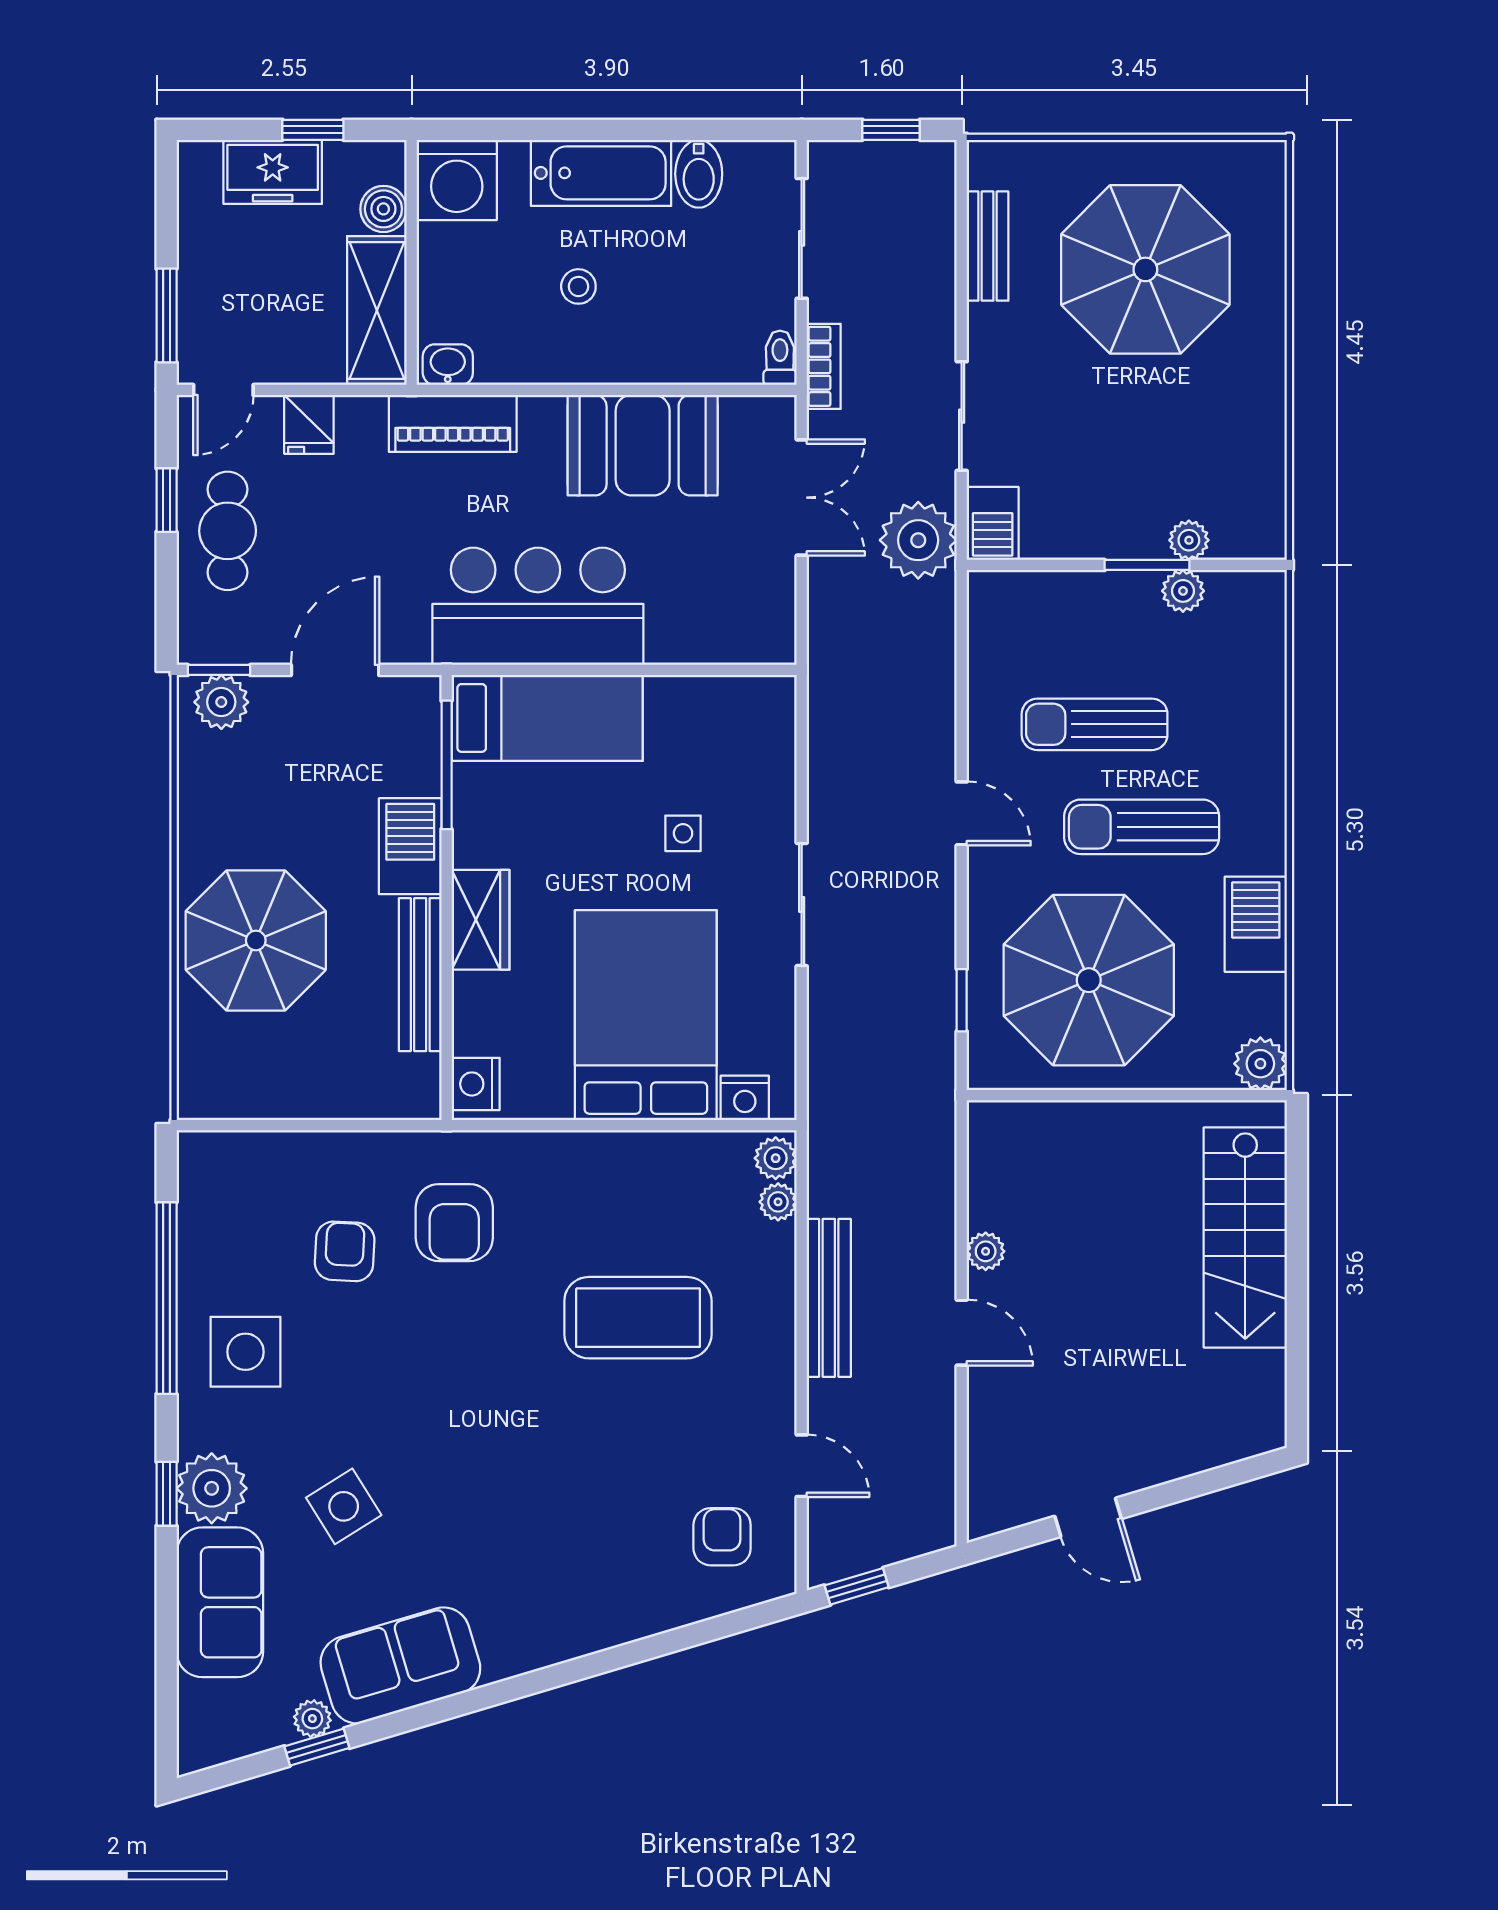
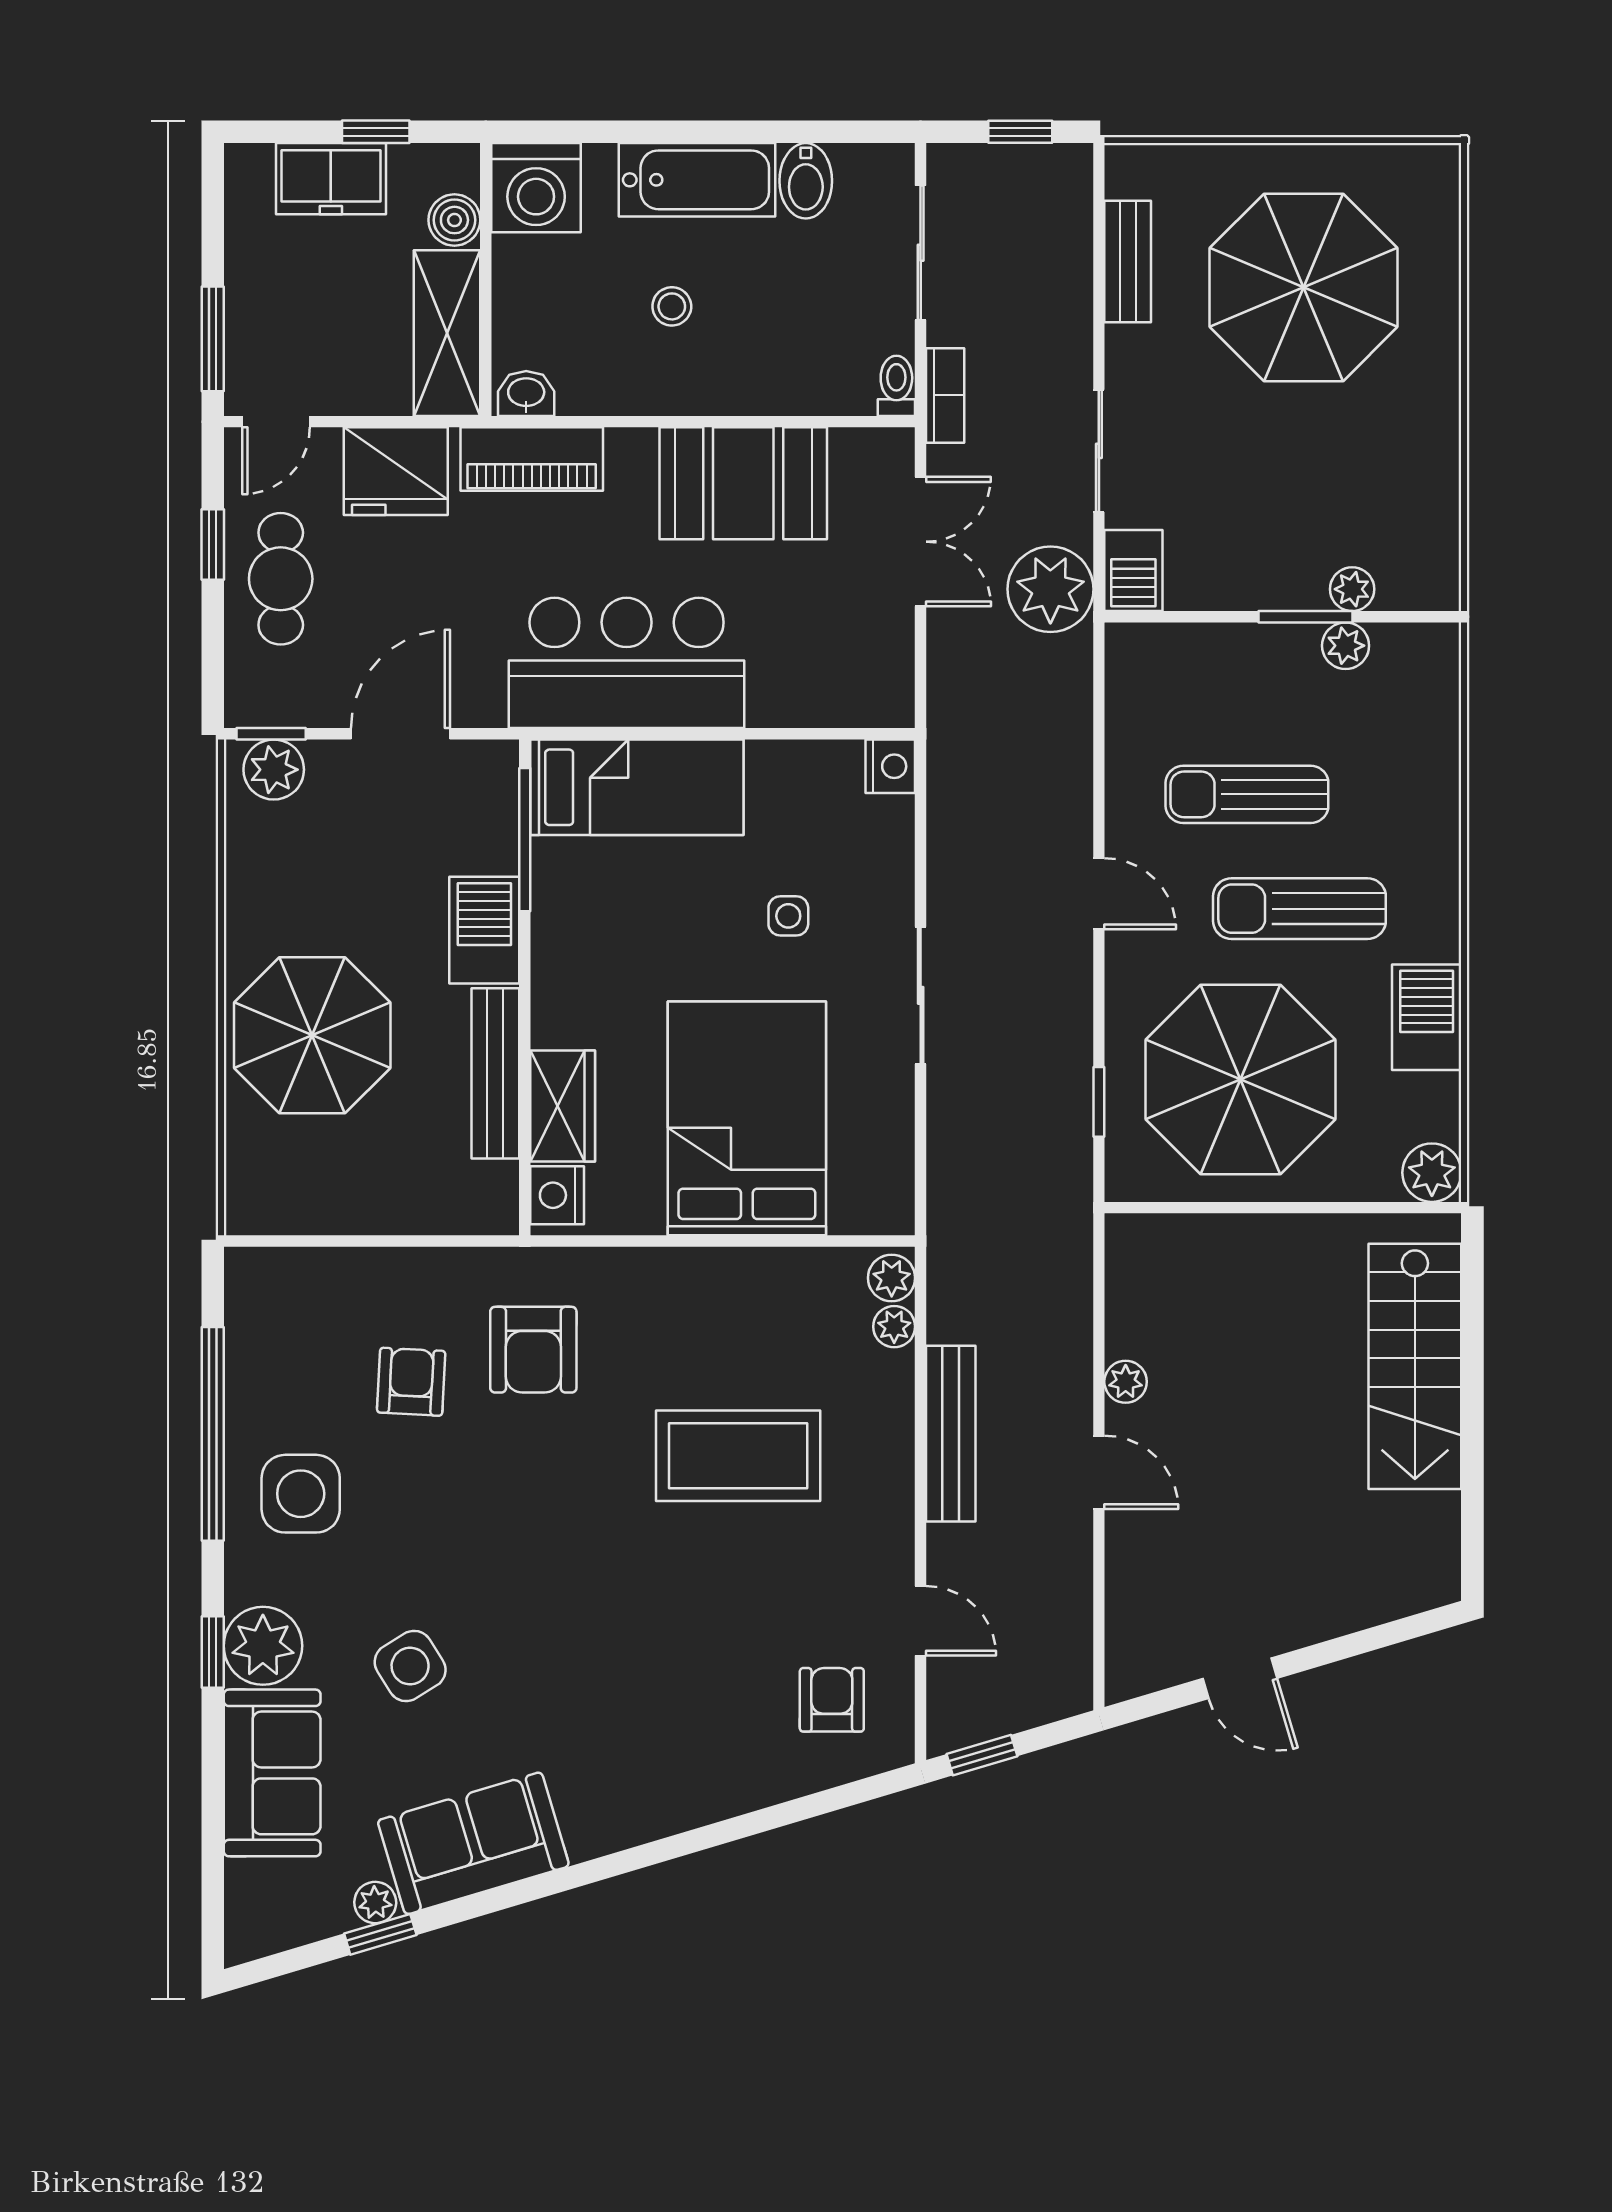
fridge: (309, 424) -> (396, 471), width x1.88, depth x1.34
wardrobe: (481, 920) -> (563, 1106), moved
nightstand: (745, 1098) -> (890, 766), moved, turned -90

